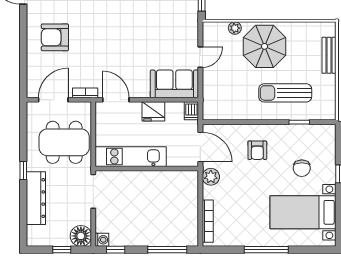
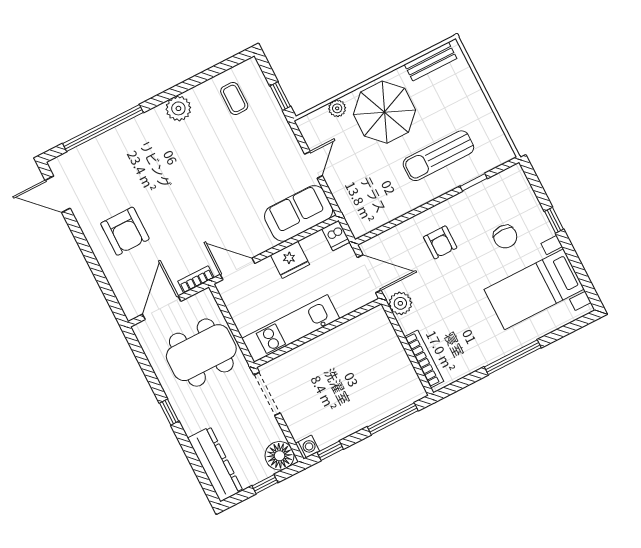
armchair: (55, 37) -> (125, 231), turned -90
bench: (329, 55) -> (431, 61), moved, turned 90
dresser: (36, 198) -> (215, 464), moved

